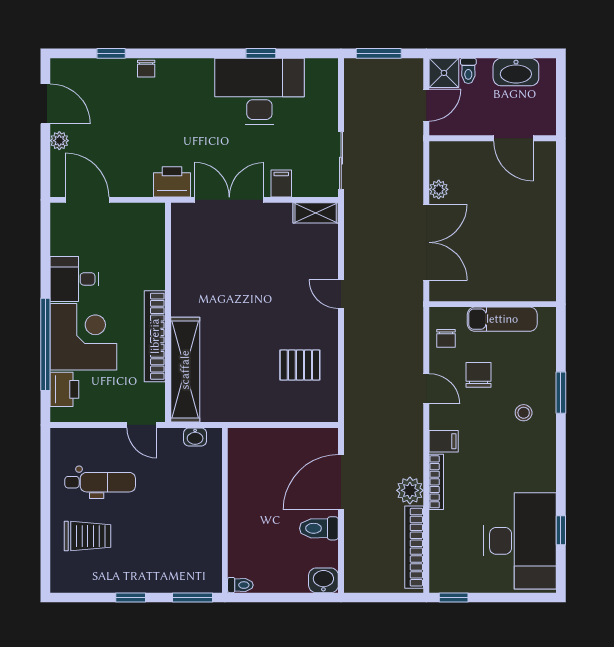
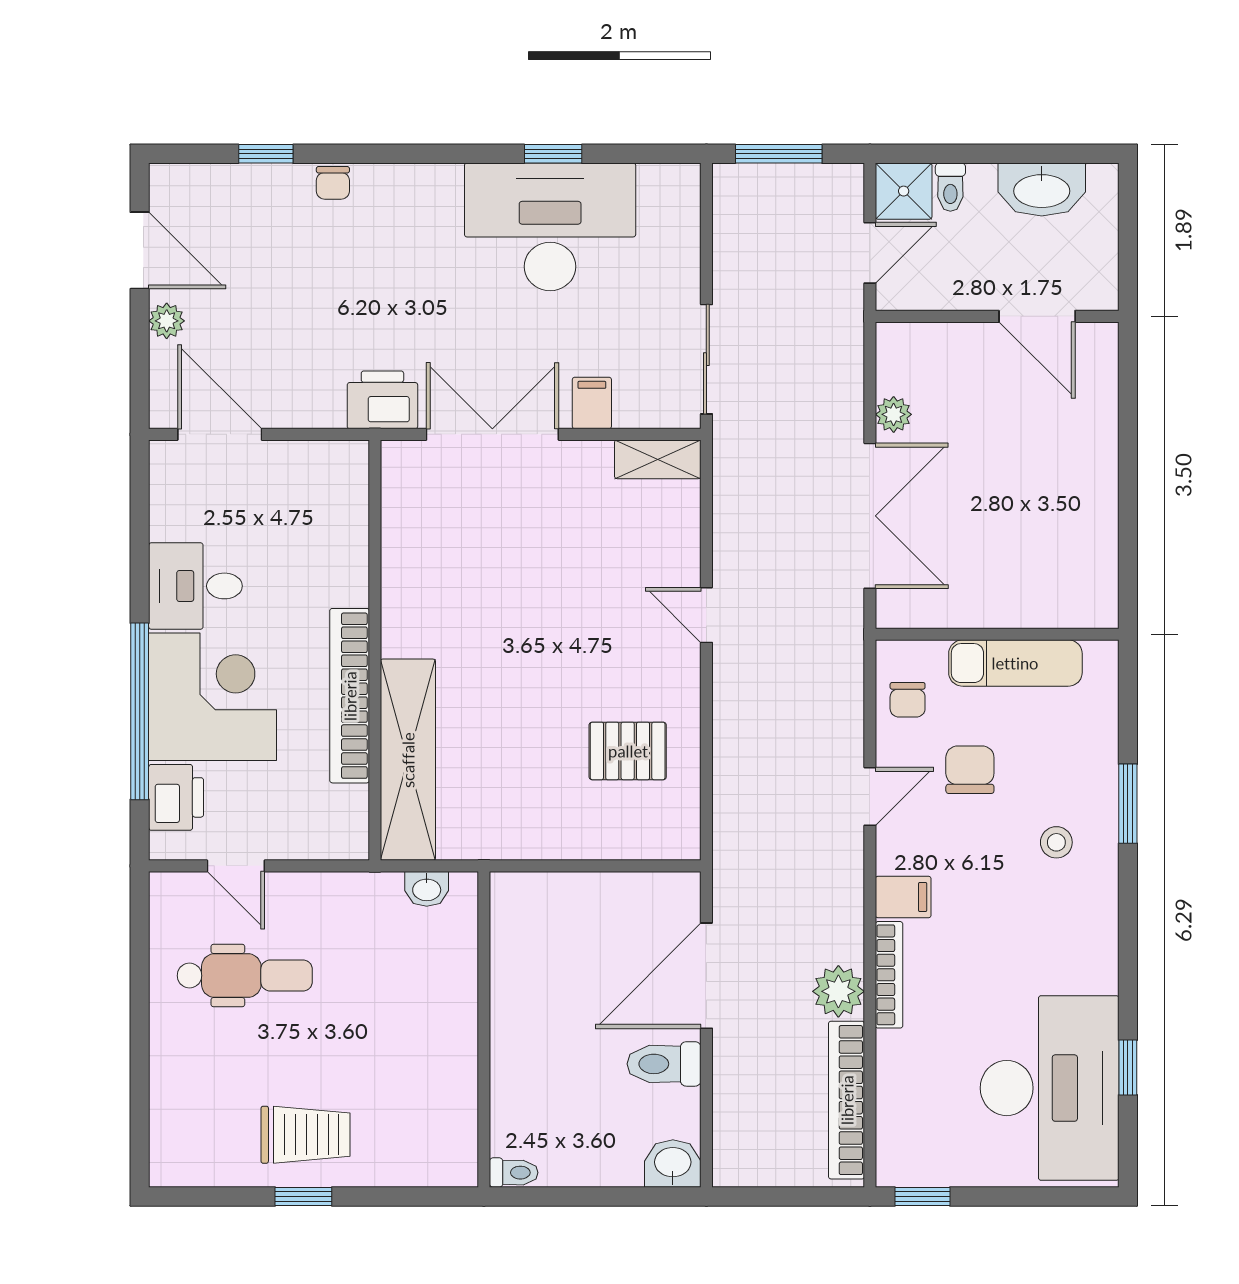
door: (426, 389) -> (870, 796), hinge flipped
door: (142, 425) -> (236, 866), moved
trolley: (88, 536) -> (306, 1135), moved
window: (192, 598) -> (422, 1196), removed

